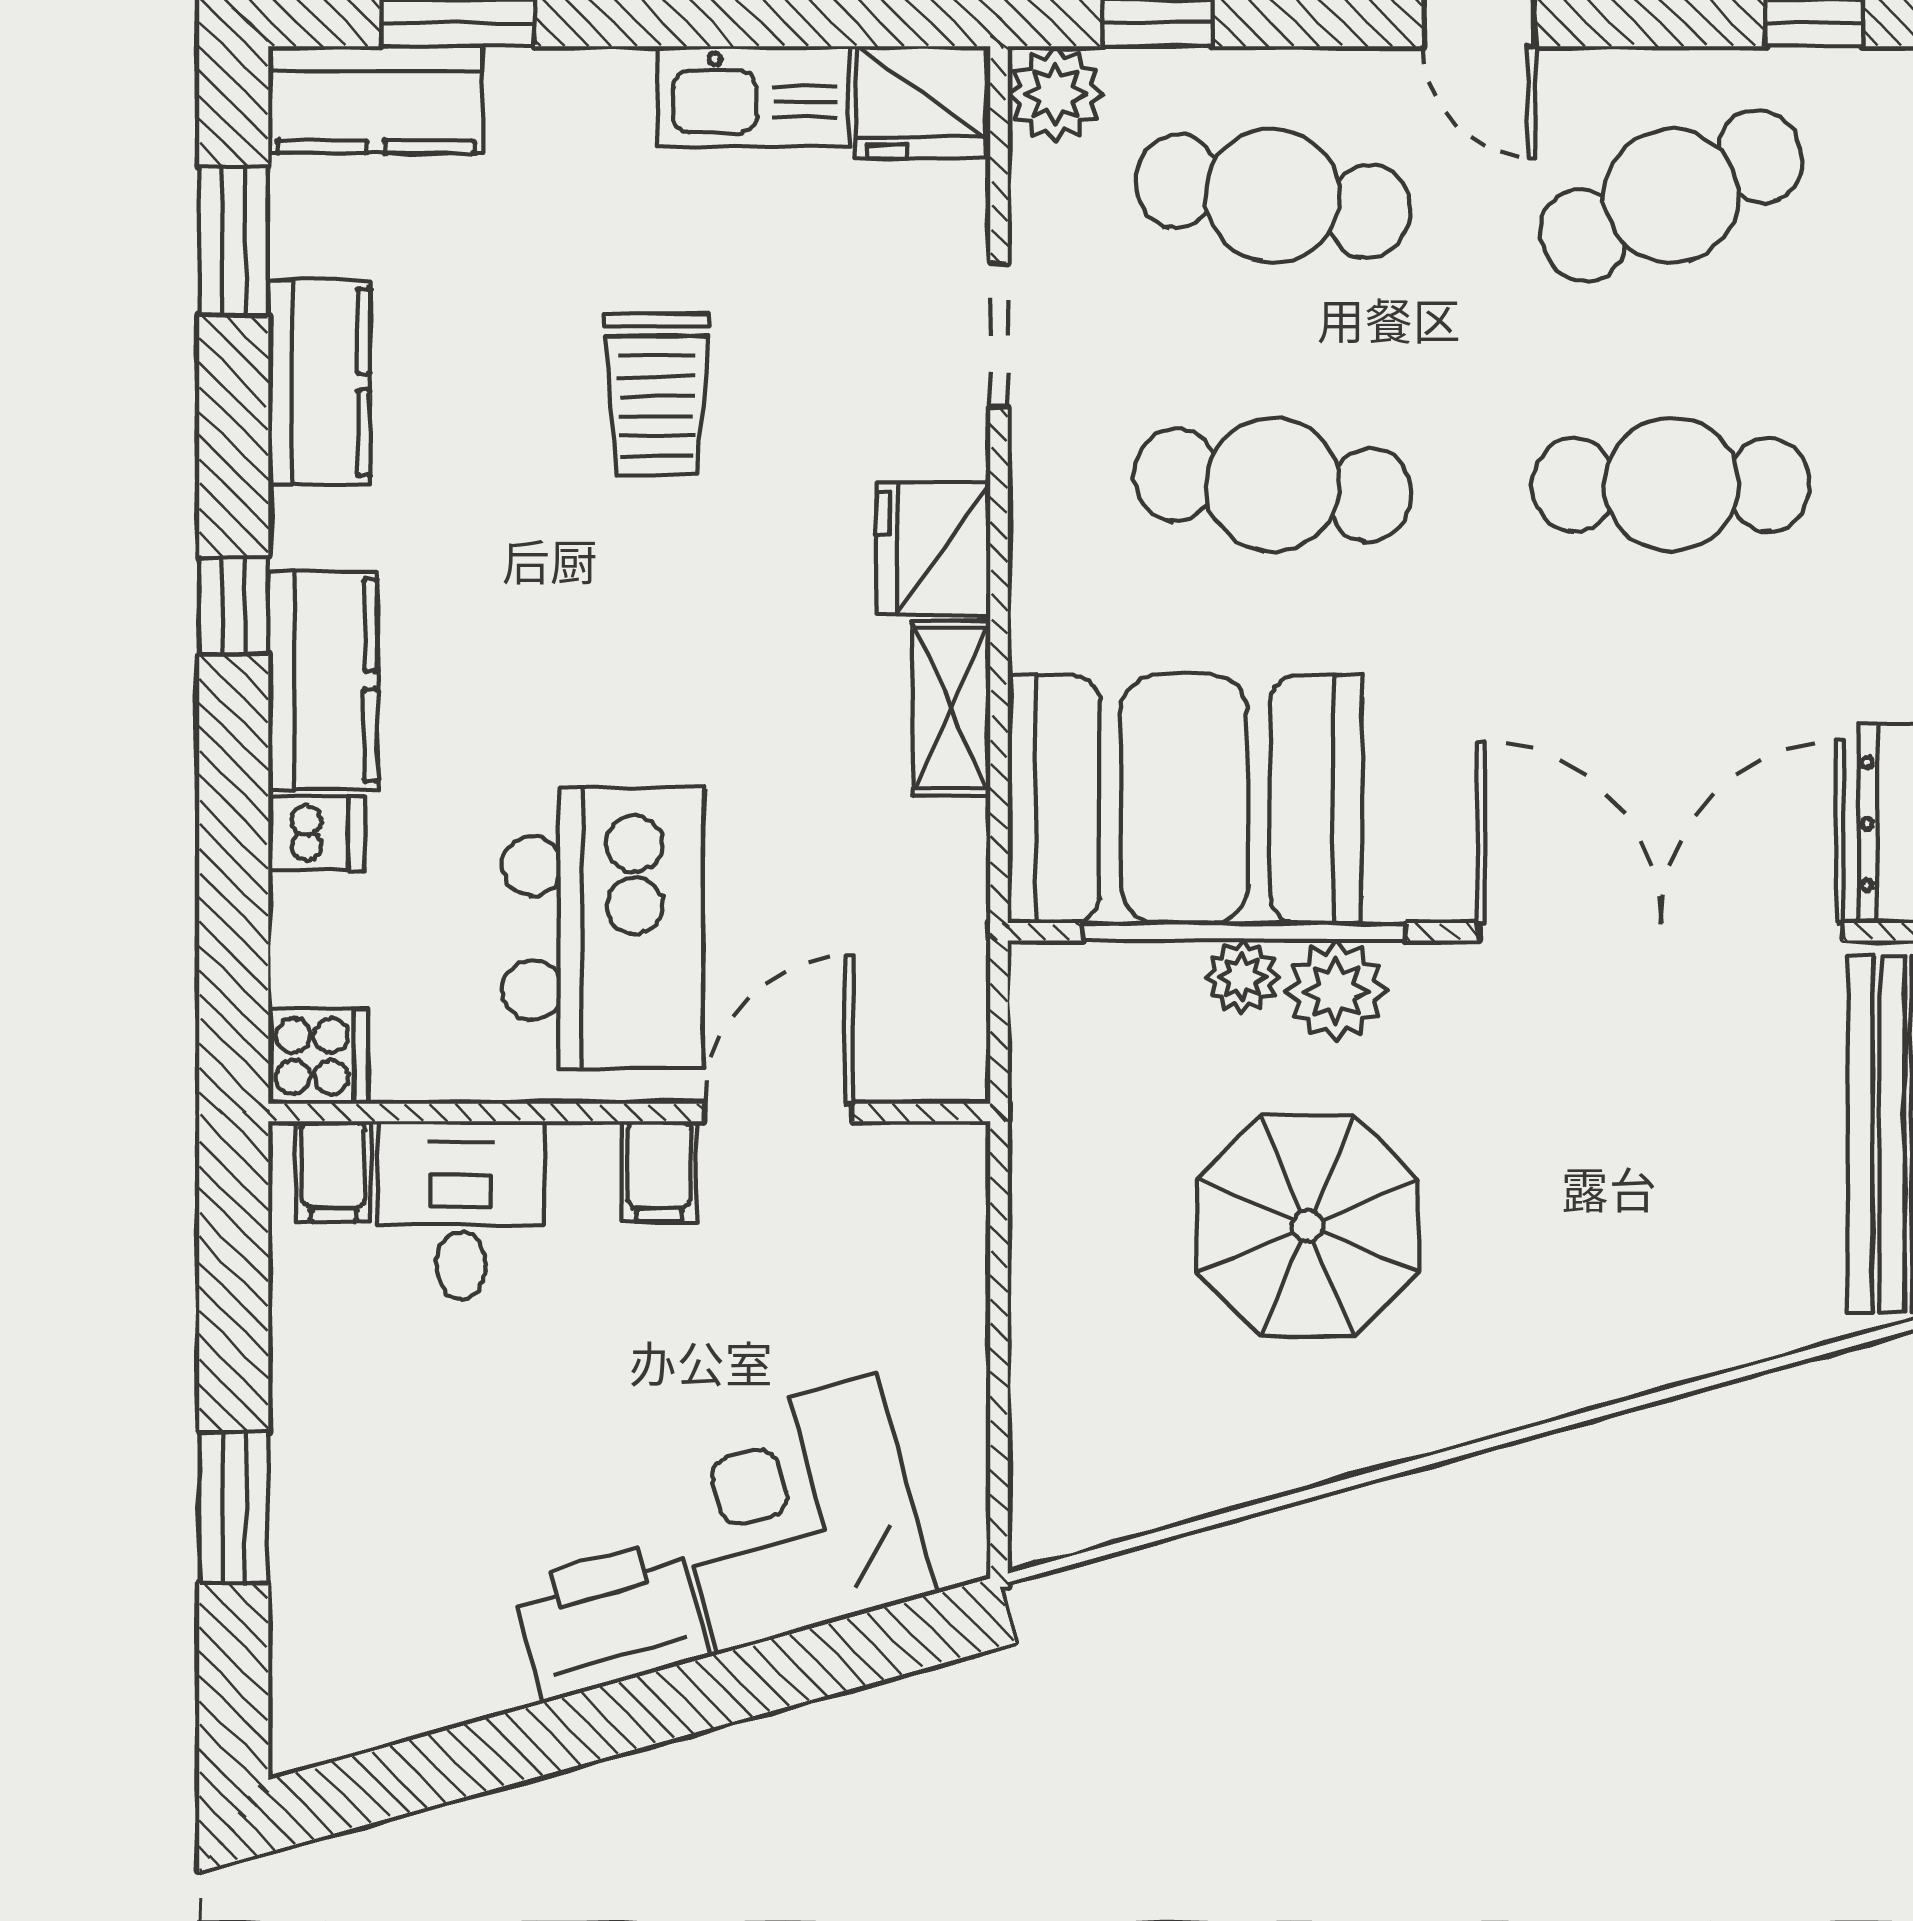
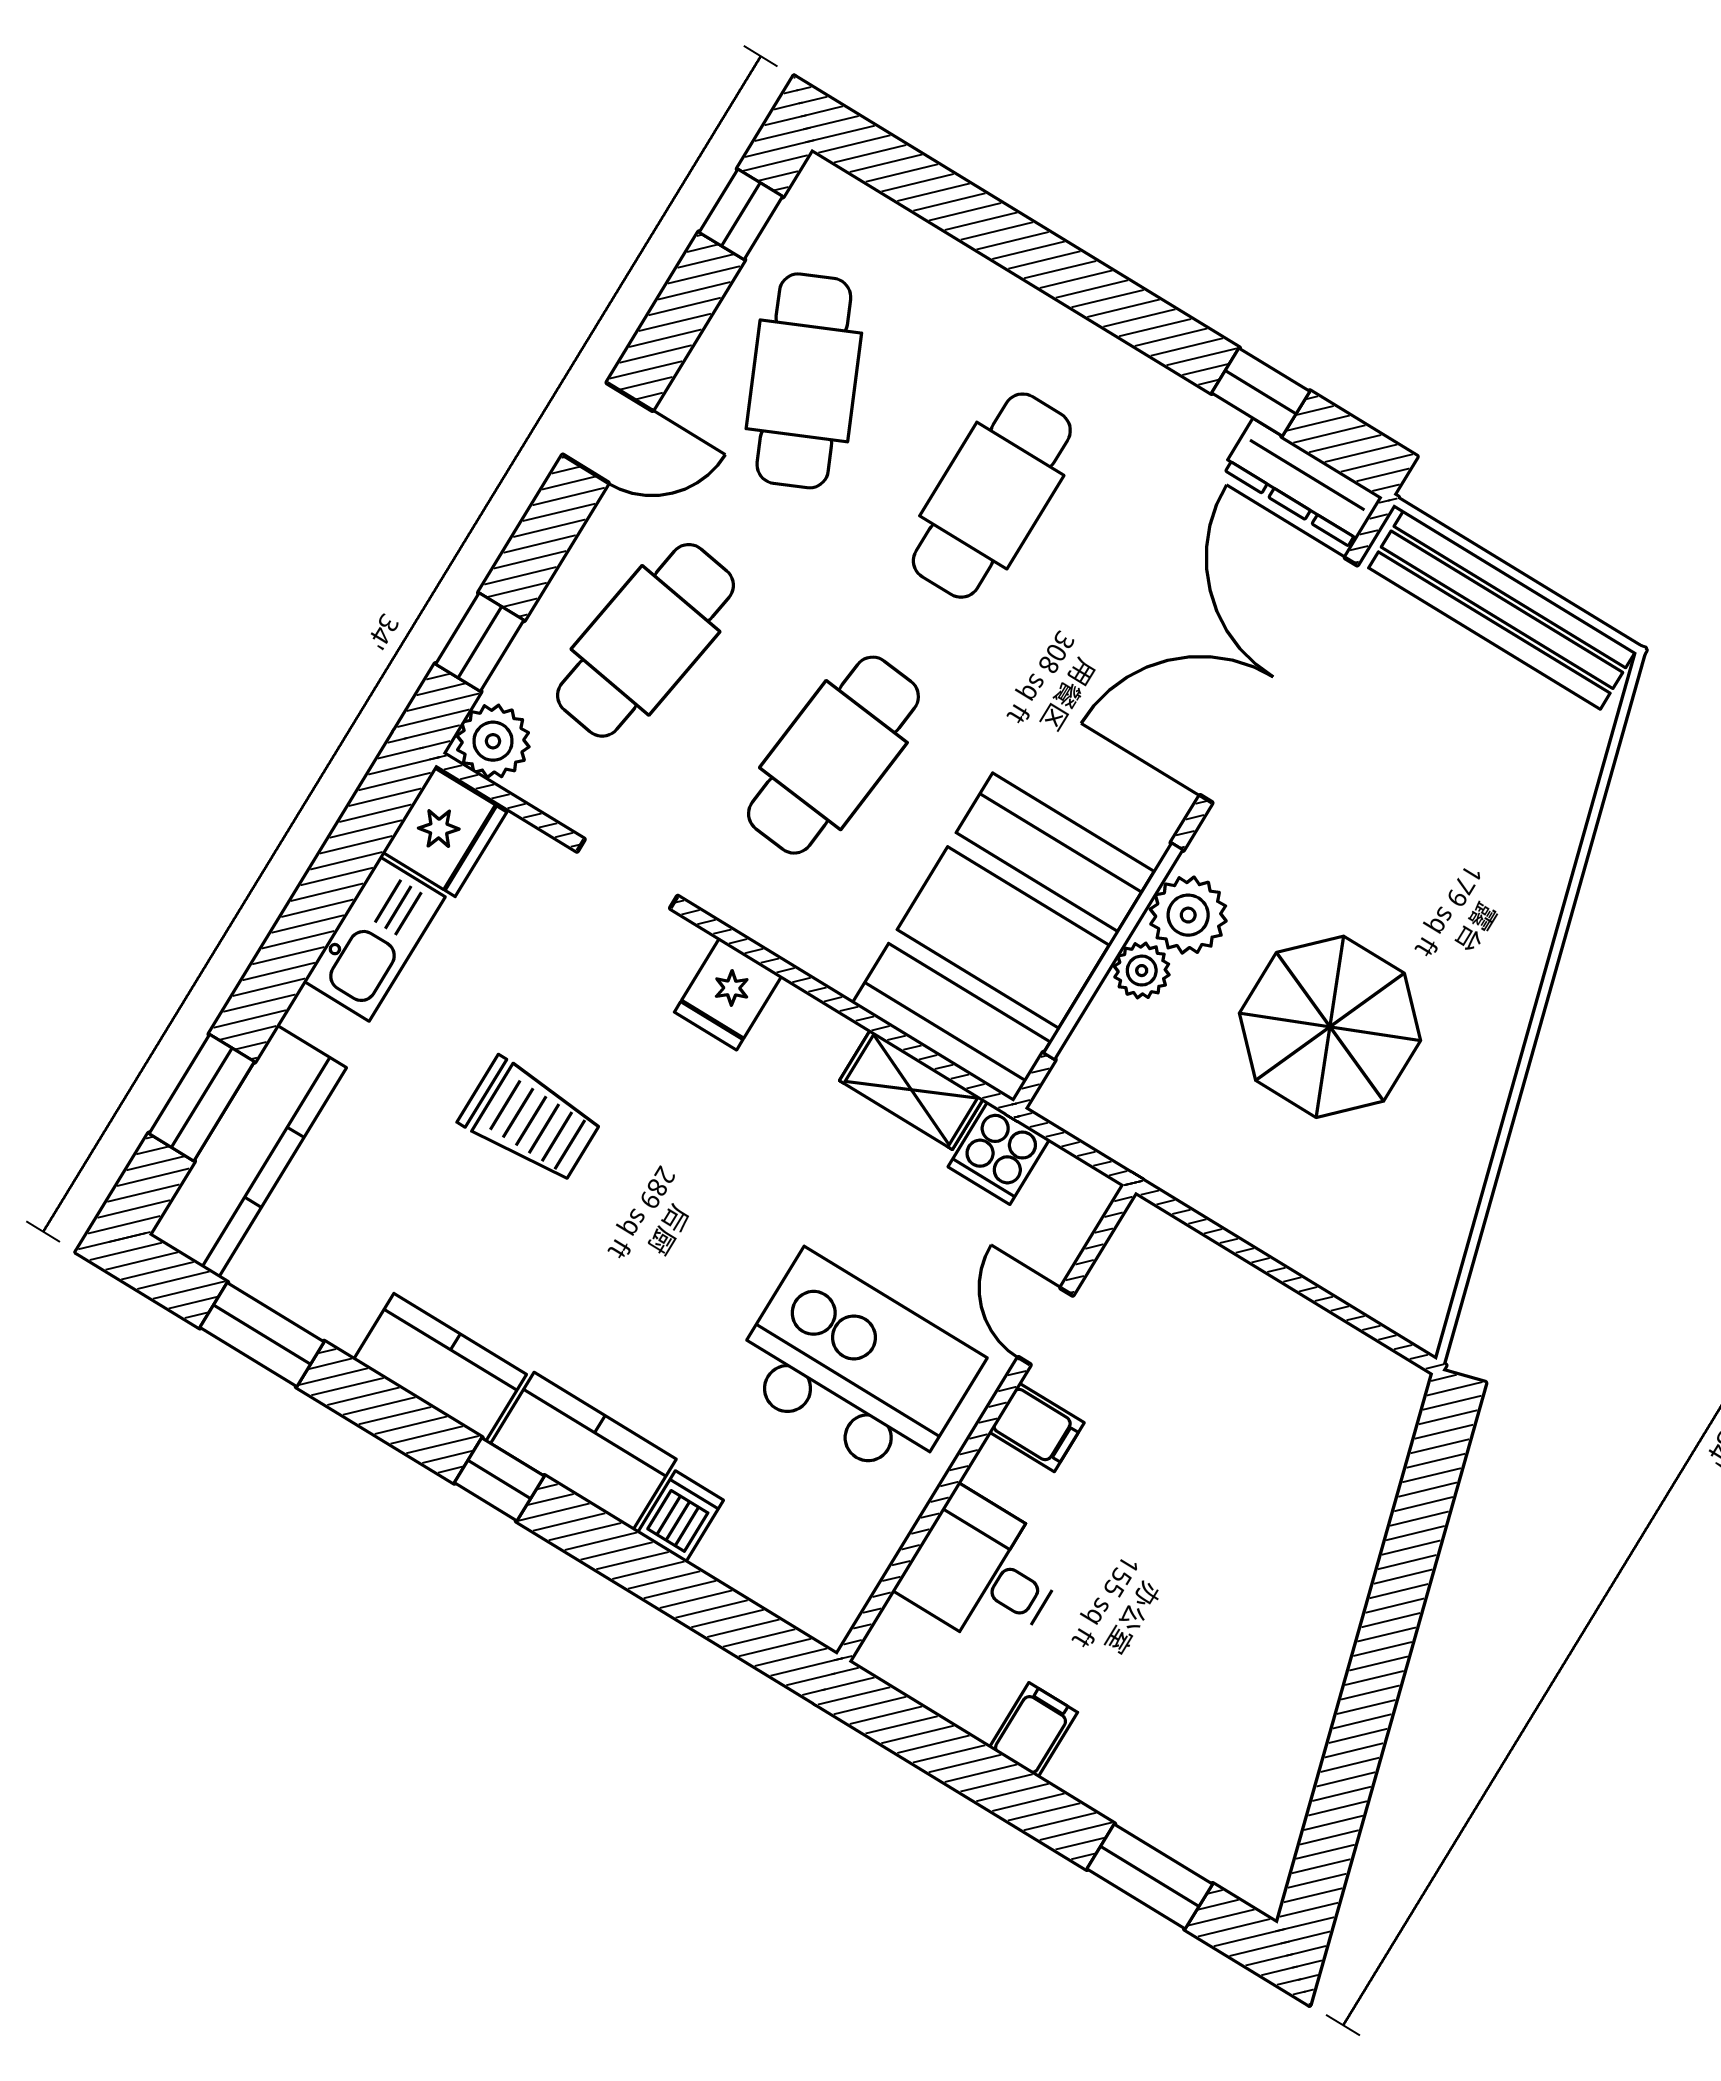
kitchen counter: (376, 100) -> (248, 1151), width x1.50
kitchen counter: (319, 382) -> (440, 1367), moved
fridge: (933, 548) -> (728, 994), width x0.72
shelving: (951, 708) -> (911, 1090), moved
cooker: (318, 1056) -> (999, 1153), moved, turned 180
door: (778, 1112) -> (1046, 1326), width x0.73
filing cabinet: (333, 1171) -> (1033, 1730), moved, turned -90
window: (234, 1508) -> (1150, 1876), moved
corner desk: (797, 1514) -> (1315, 1473), removed
printer: (611, 1620) -> (1309, 1637), removed

